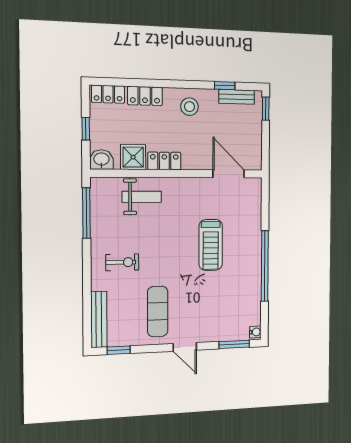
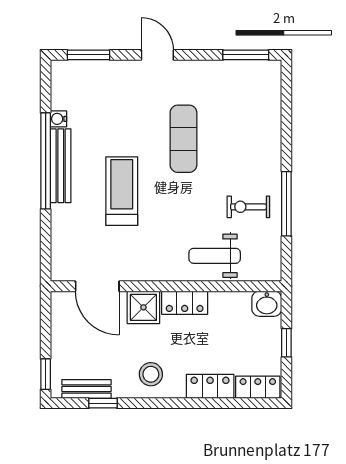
shower: (133, 157) -> (143, 307), moved
window: (86, 213) -> (286, 204), moved
exercise bike: (122, 262) -> (248, 207), moved
exercise mat: (158, 311) -> (183, 139), moved
bench: (99, 319) -> (61, 166), moved
water cooler: (255, 332) -> (58, 119), moved
window: (119, 350) -> (246, 55), width x1.50

